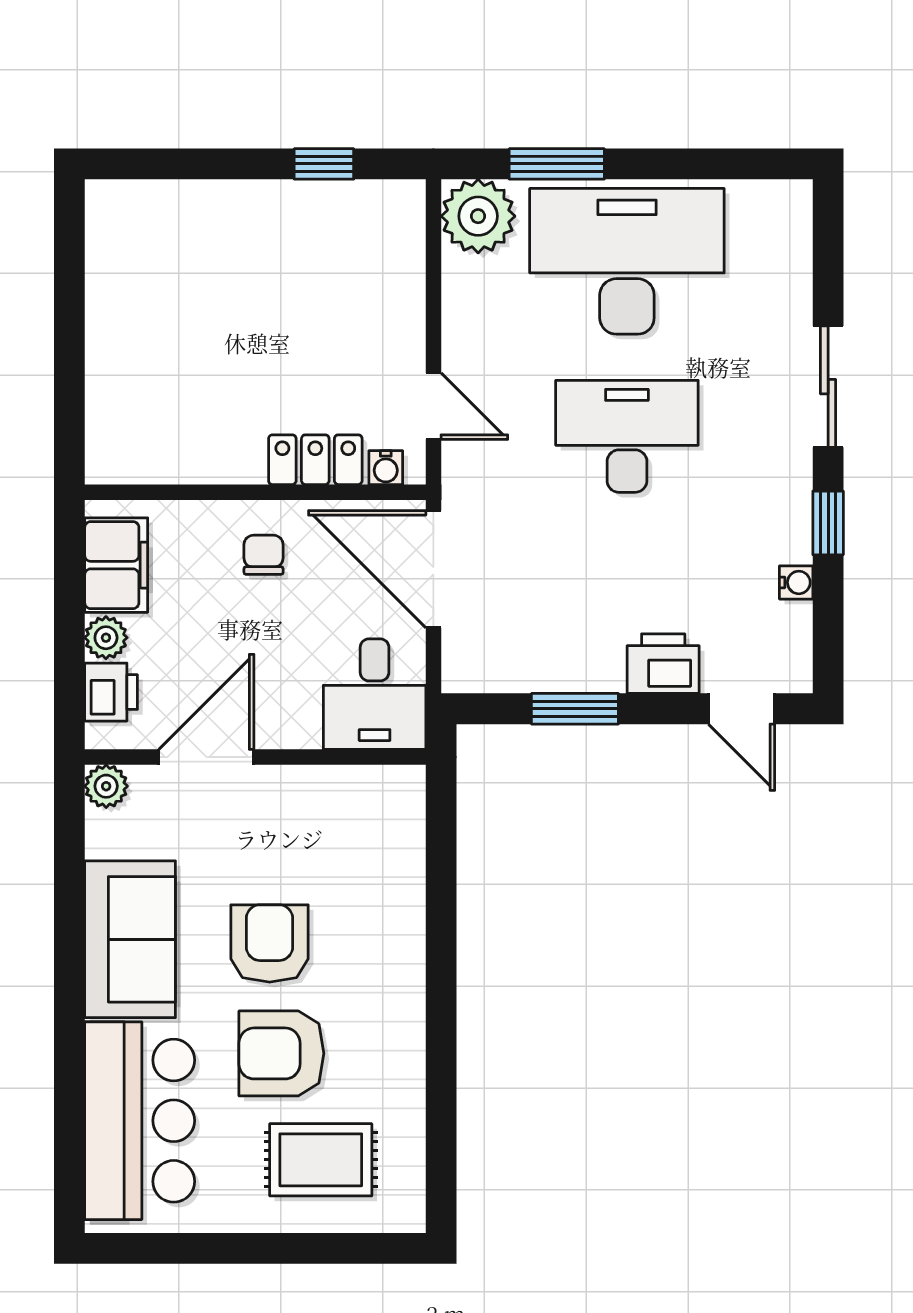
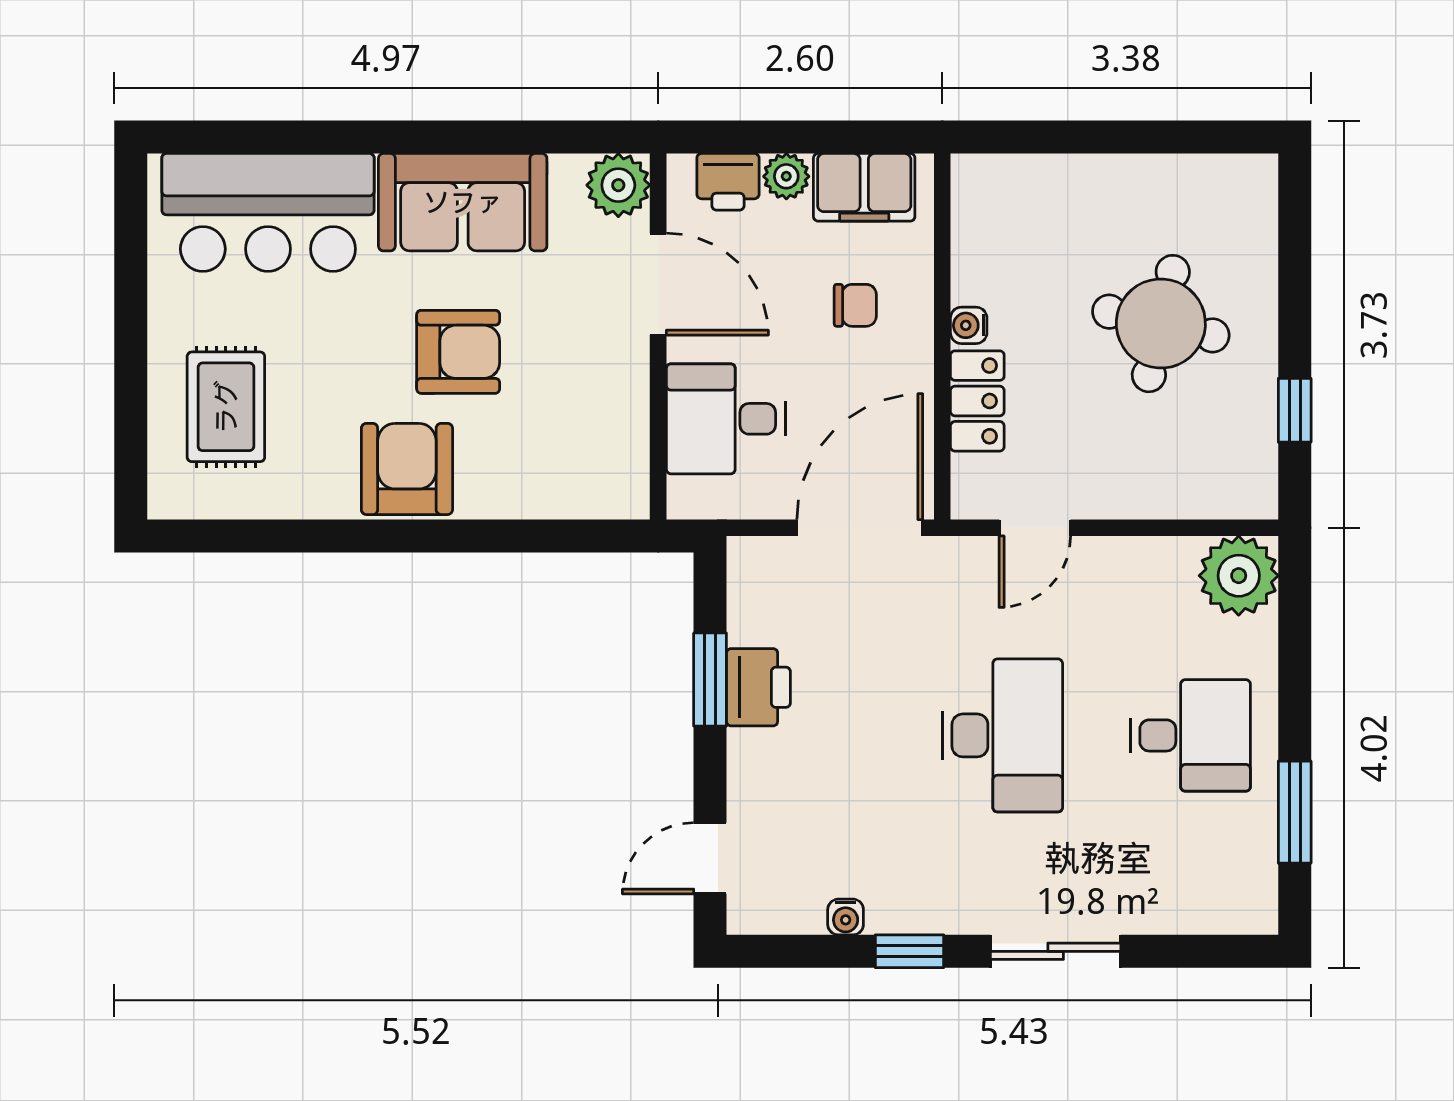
window: (557, 164) -> (1295, 812), moved
desk: (627, 261) -> (1190, 735), width x0.53, depth x0.77
round table: (243, 289) -> (1161, 324), added
water cooler: (386, 468) -> (969, 325), moved
chair: (264, 555) -> (855, 305), moved
printer: (663, 664) -> (758, 687), moved
desk: (375, 694) -> (726, 419), moved
plant: (106, 786) -> (618, 185), width x1.38, depth x1.38
armchair: (281, 1053) -> (407, 469), moved

